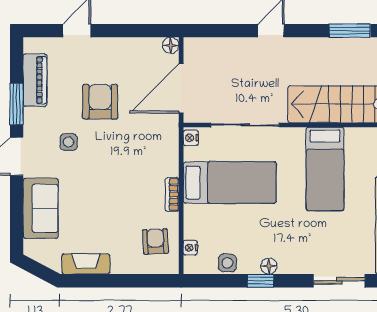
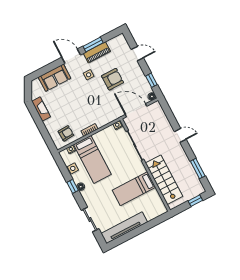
window: (140, 31) -> (151, 80), added
piano: (35, 80) -> (97, 52), moved
bed: (230, 183) -> (92, 159), moved

